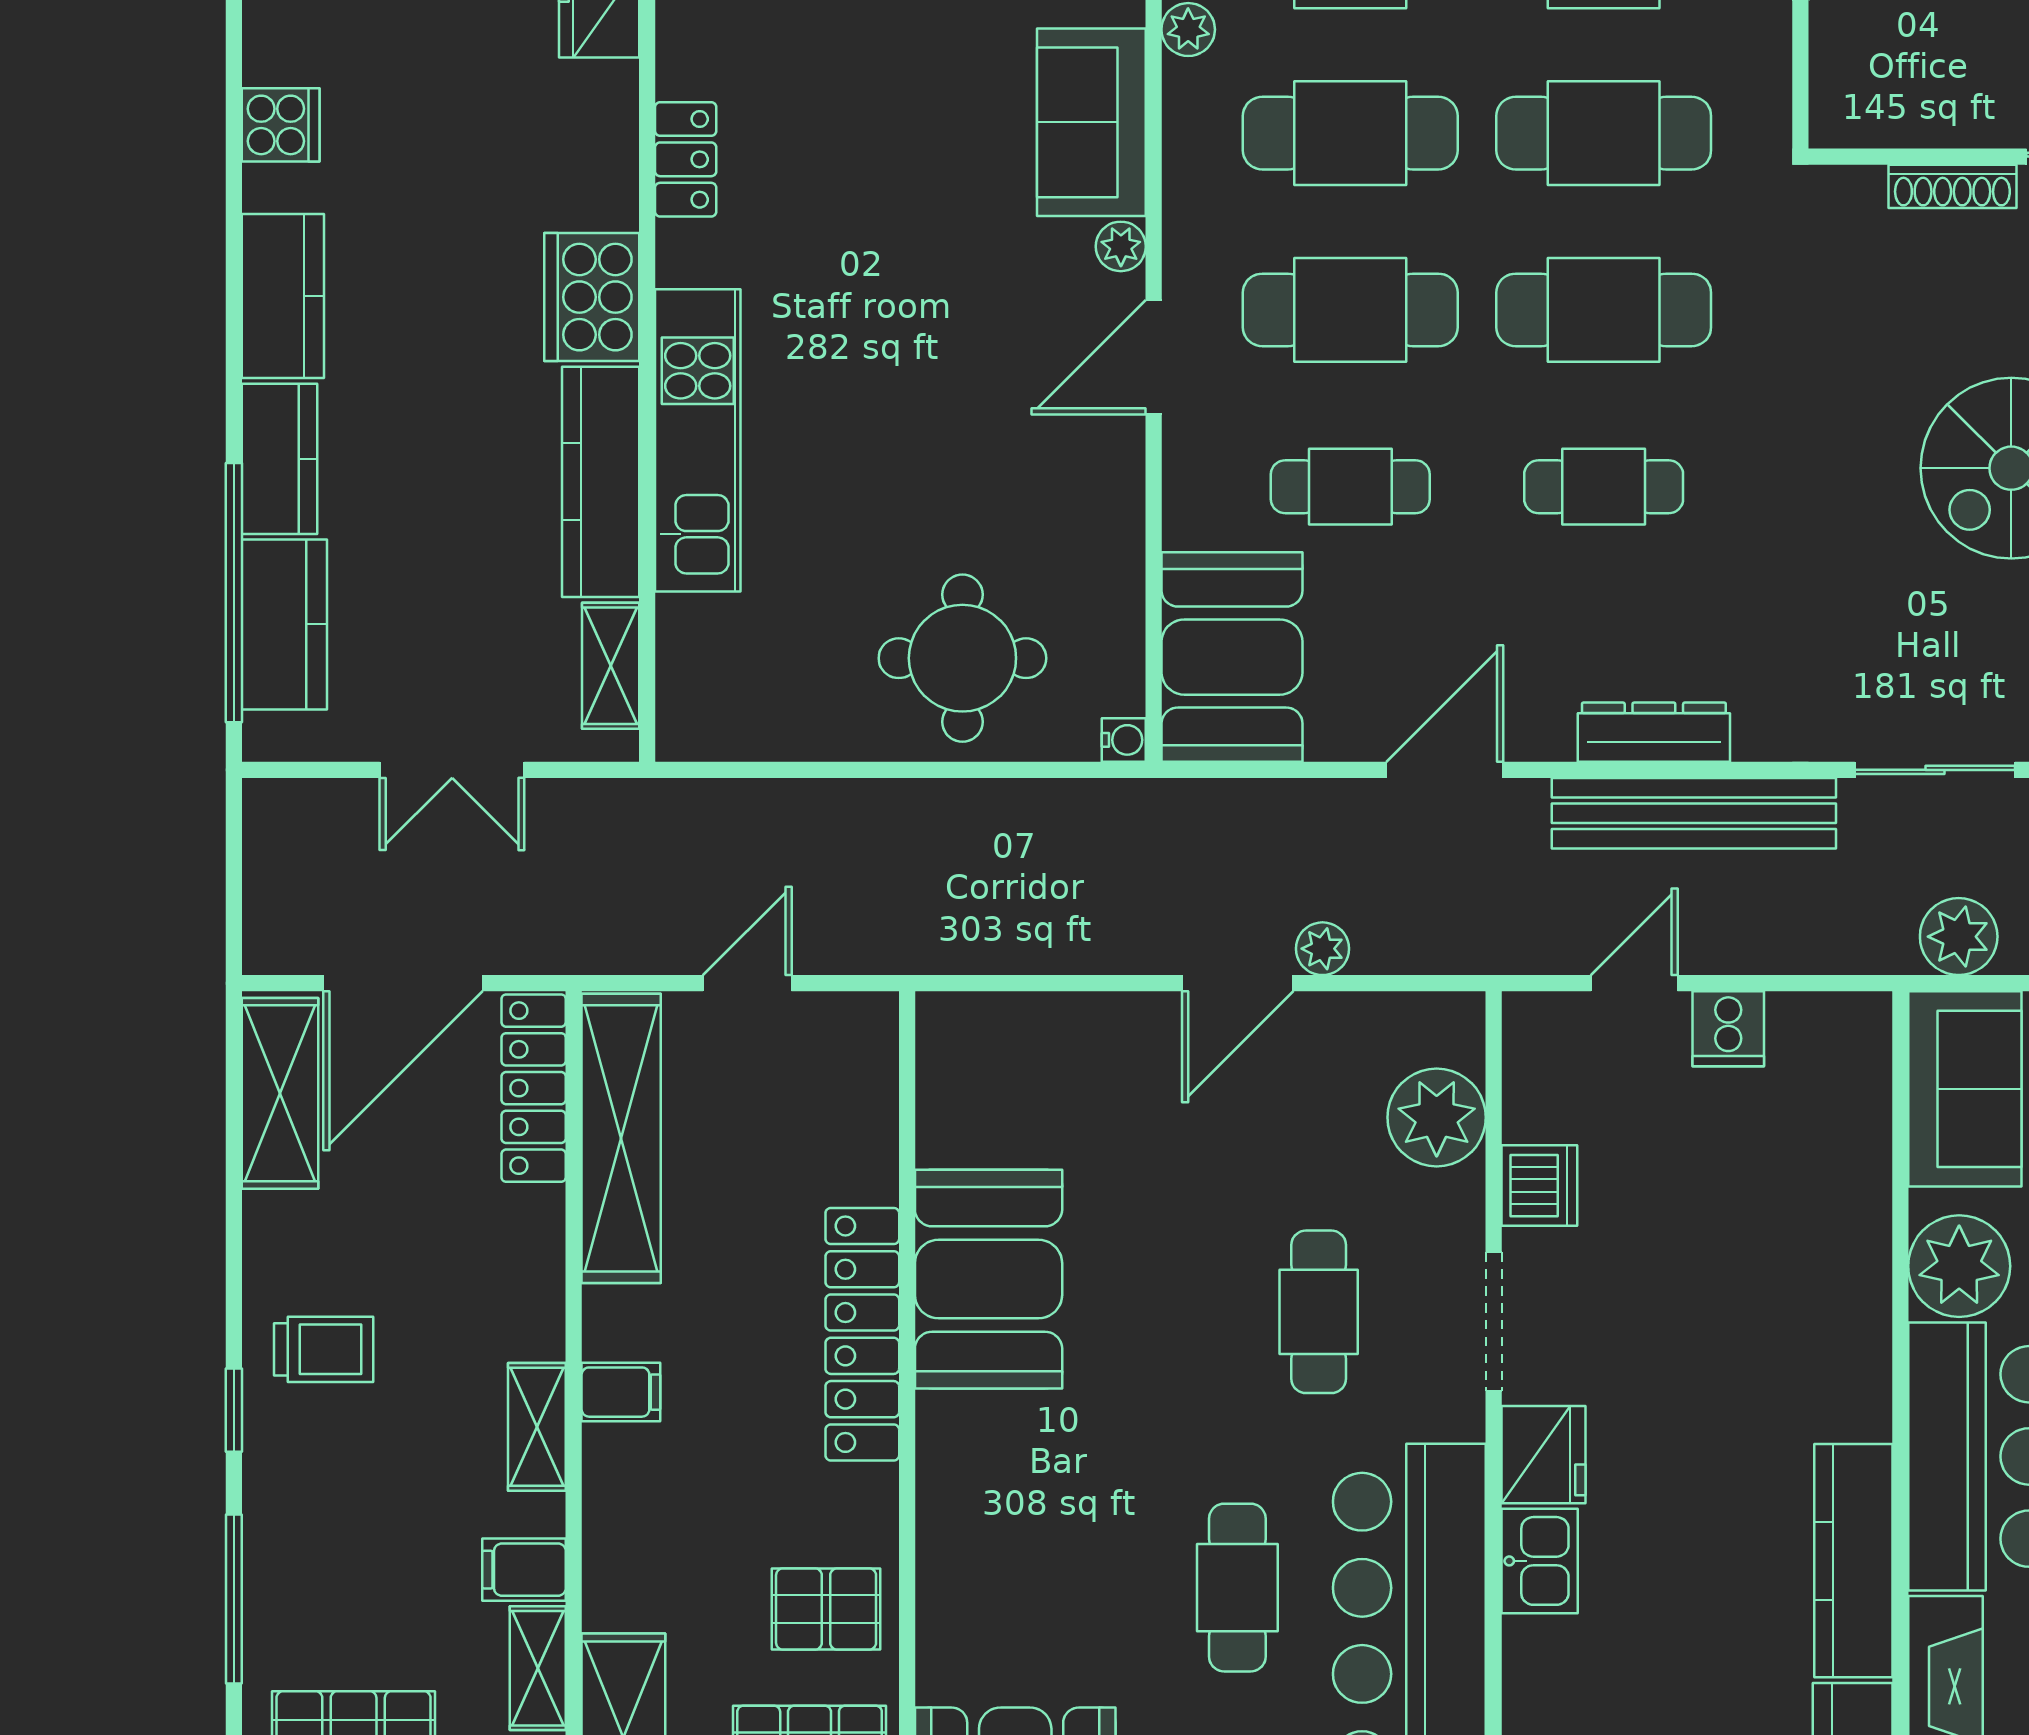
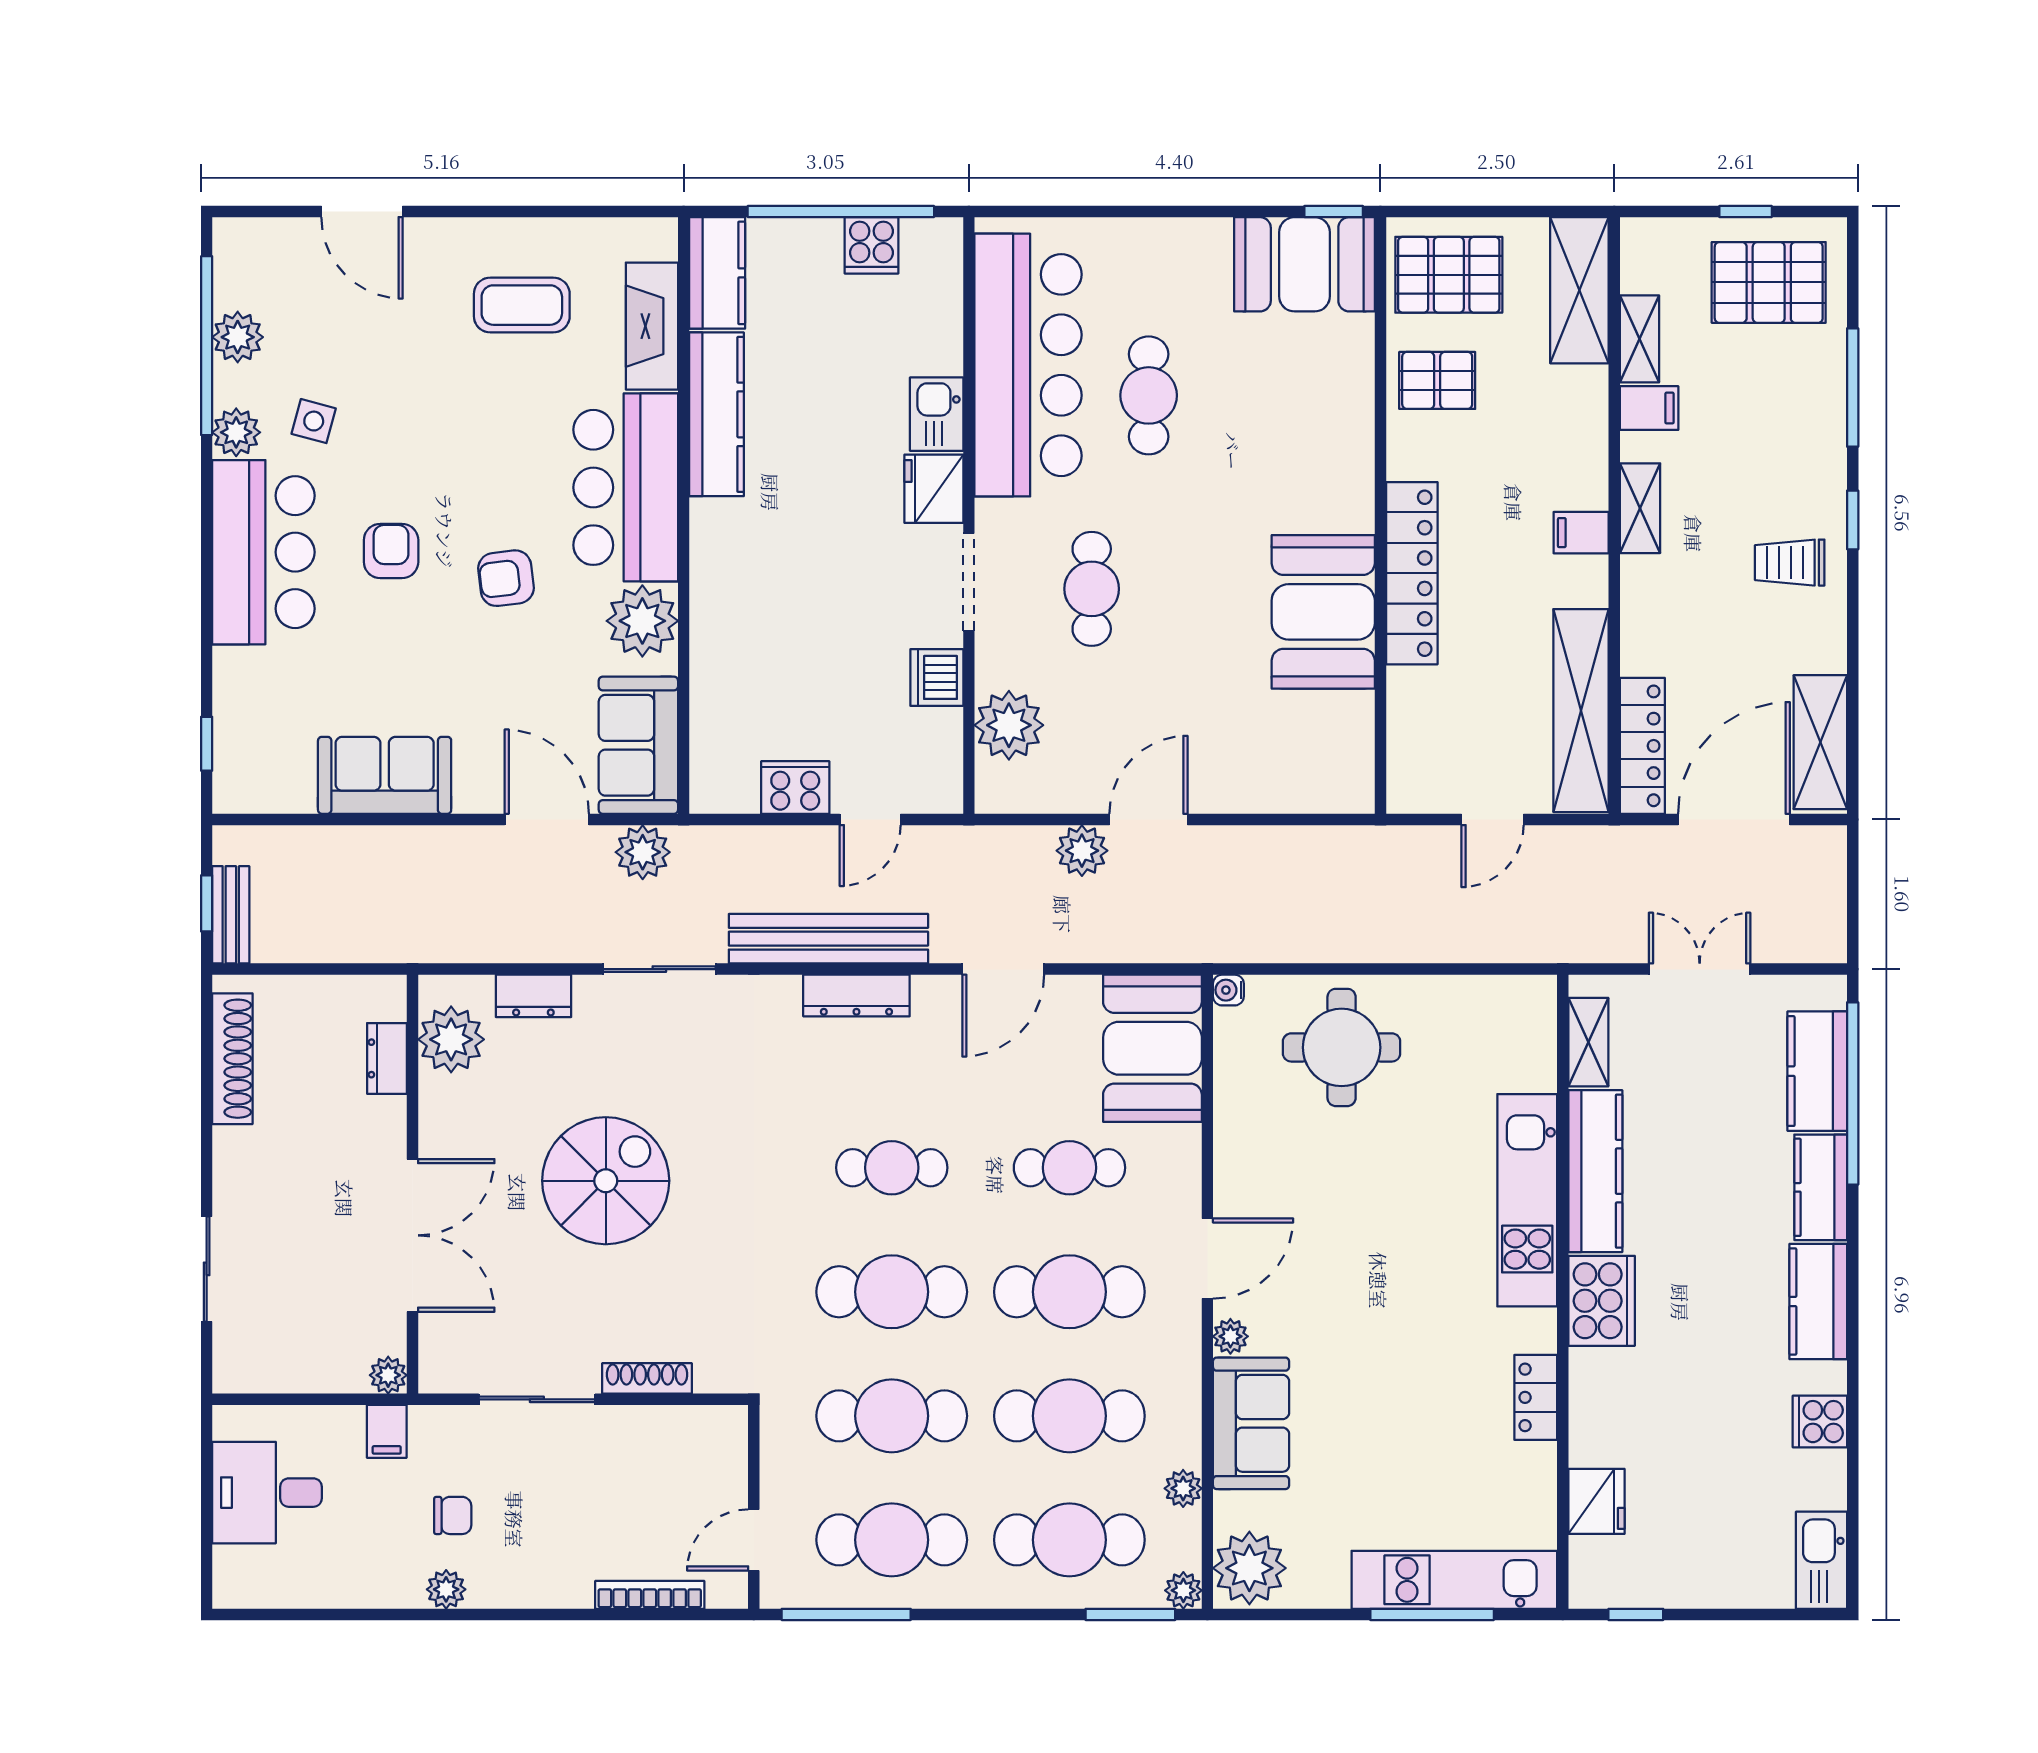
plant: (1322, 949) -> (1082, 851), width x1.38, depth x1.38
cooker: (1728, 1029) -> (795, 787), width x1.36

